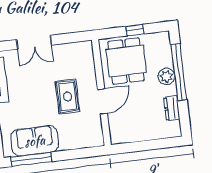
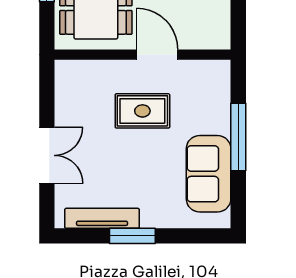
window: (31, 159) -> (238, 137), moved

